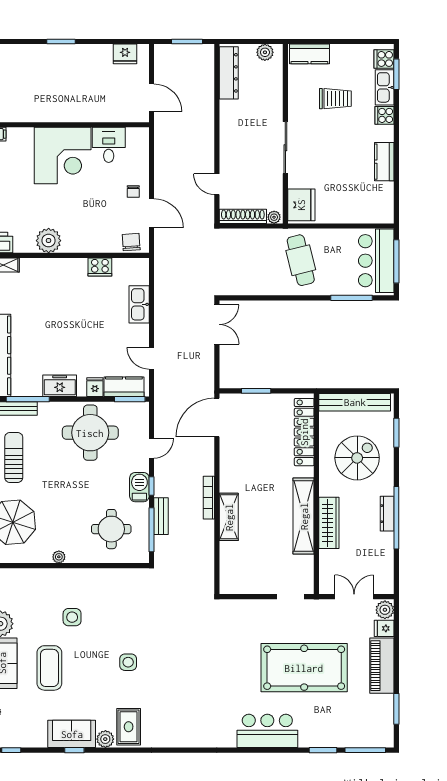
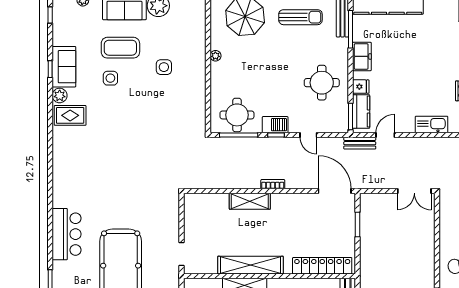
round table: (90, 433) -> (322, 83), width x0.73, depth x0.73
bookcase: (209, 498) -> (273, 184), width x0.64
bench: (161, 516) -> (360, 143), moved
round table: (111, 529) -> (237, 115), moved
side table: (128, 662) -> (110, 78), moved

